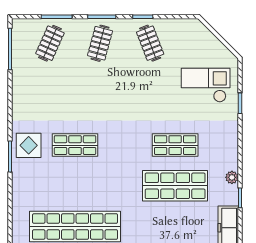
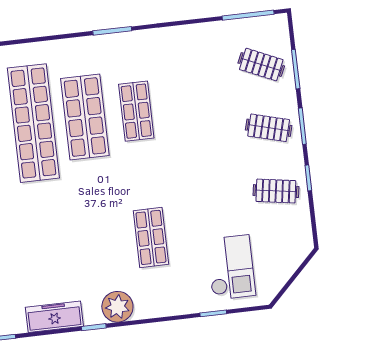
clothes rail: (150, 43) -> (276, 191), turned 30
display table: (29, 145) -> (129, 52), removed
plant: (232, 177) -> (117, 307), width x1.87, depth x1.87
shop shelf: (175, 186) -> (85, 117), moved

